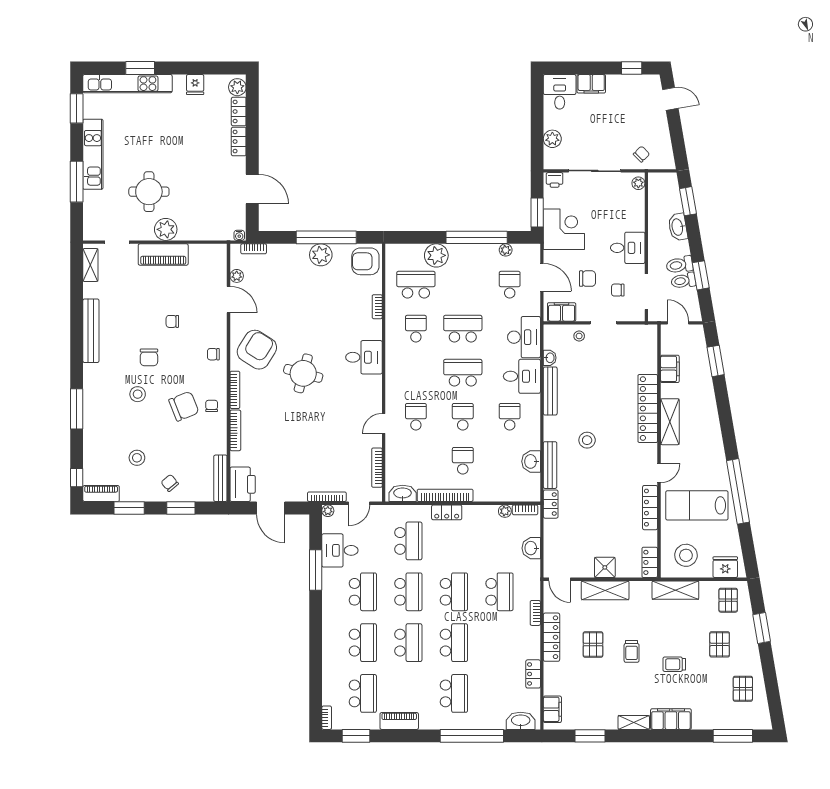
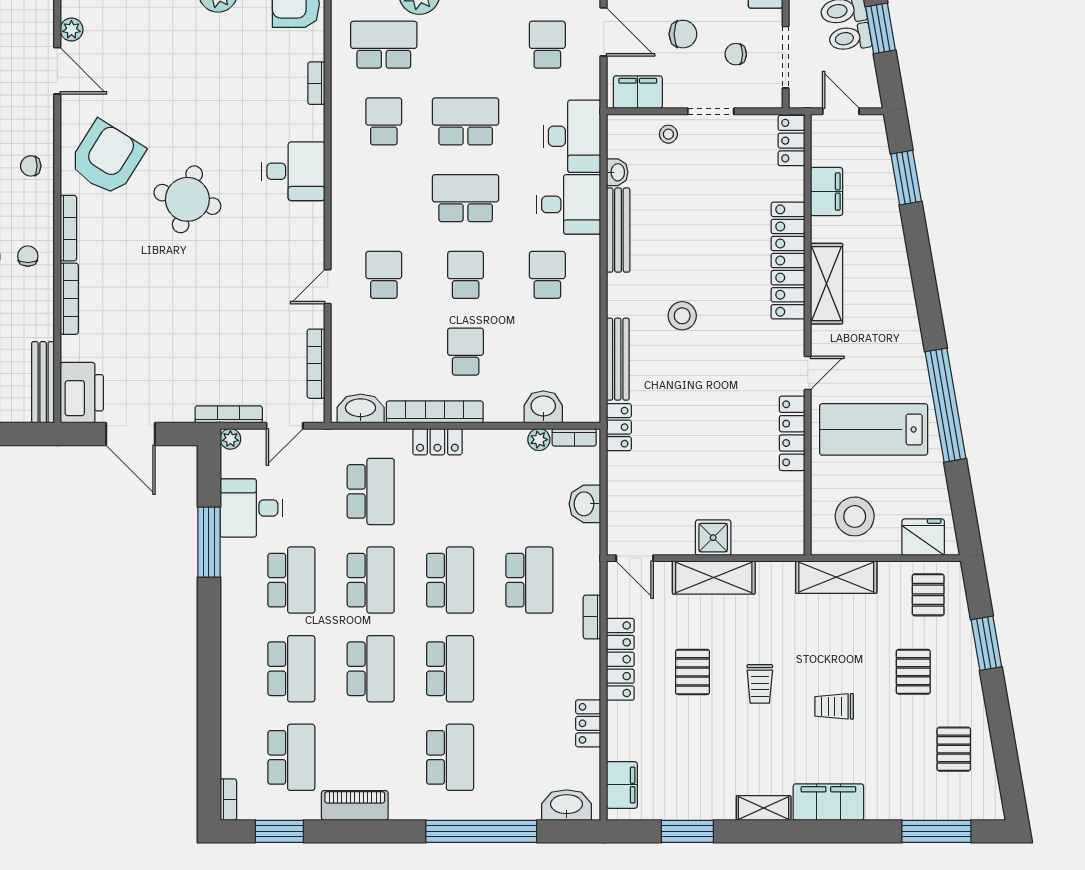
washbasin: (531, 461) -> (543, 407), moved, turned 90
locker: (650, 562) -> (791, 141), moved

